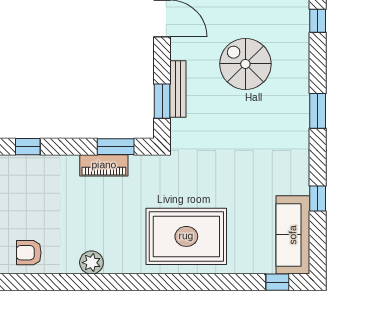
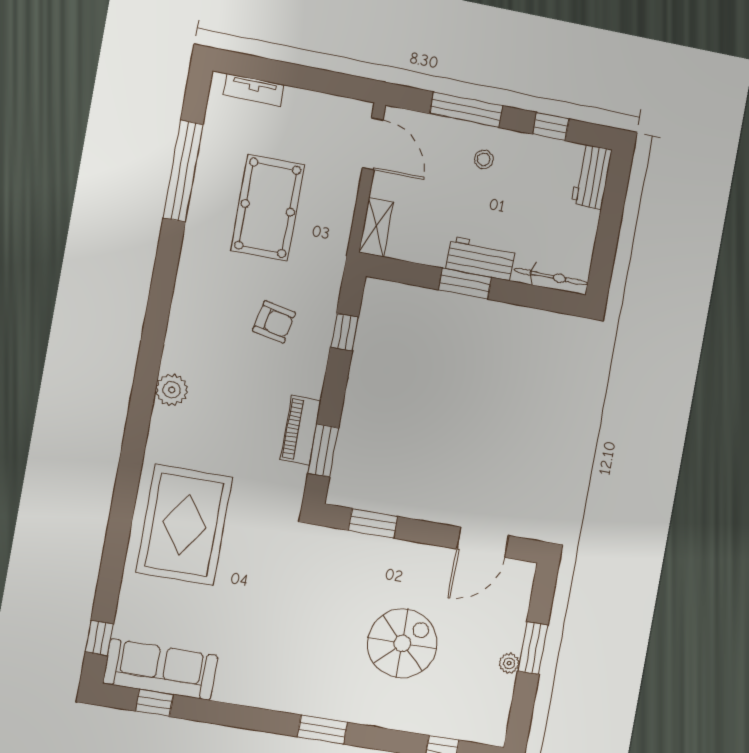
bench: (178, 89) -> (385, 547), removed
window: (318, 199) -> (154, 703), moved
armchair: (29, 253) -> (274, 322), moved, turned 102

